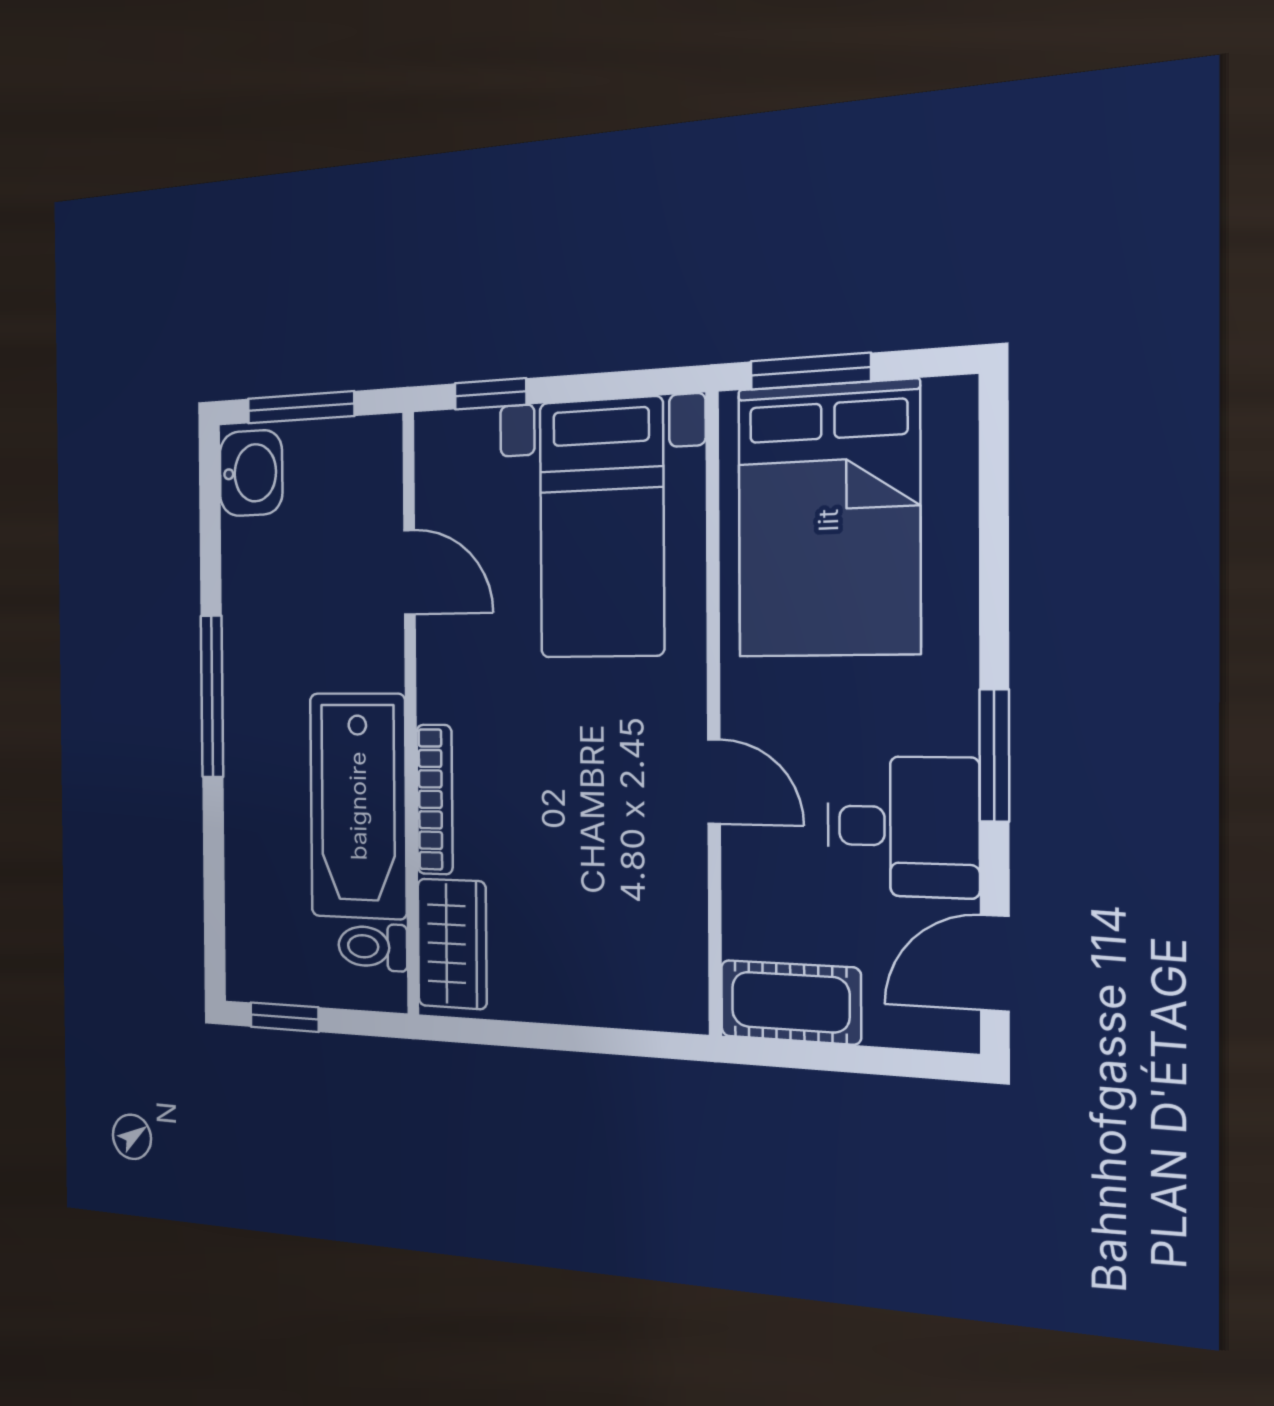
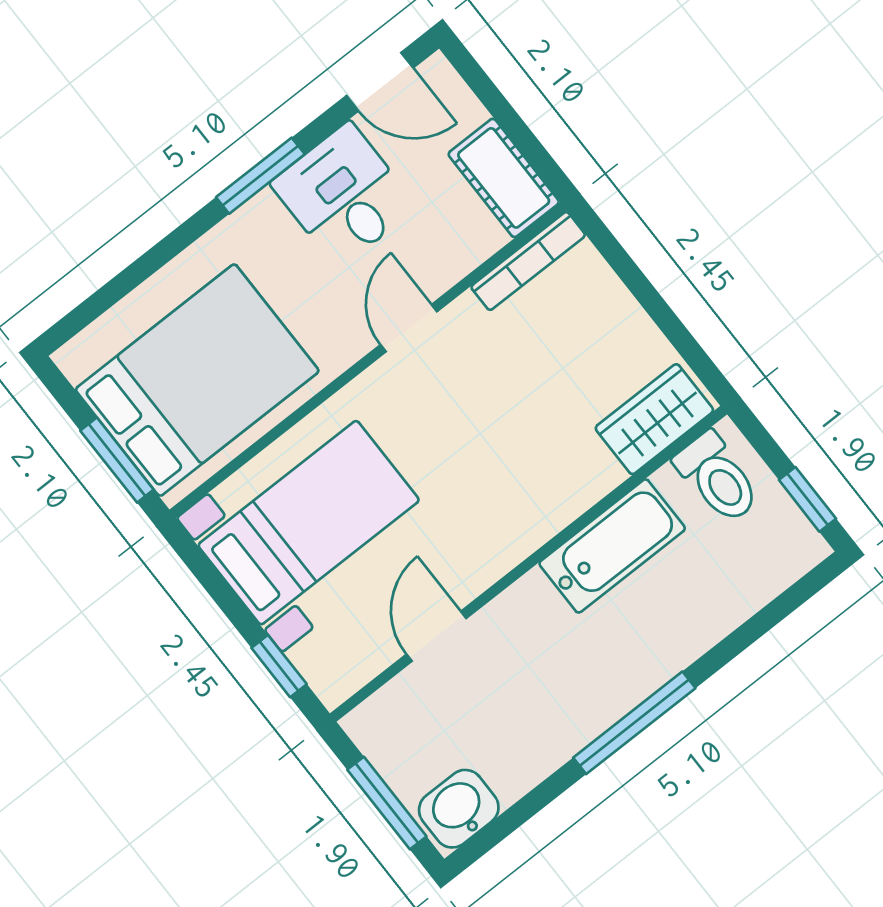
bookcase: (435, 799) -> (528, 261), moved, turned 180
bathtub: (358, 806) -> (612, 546), width x0.73, depth x0.73
toilet: (373, 947) -> (718, 478), width x1.37, depth x1.39

